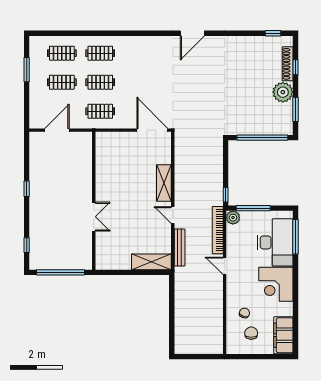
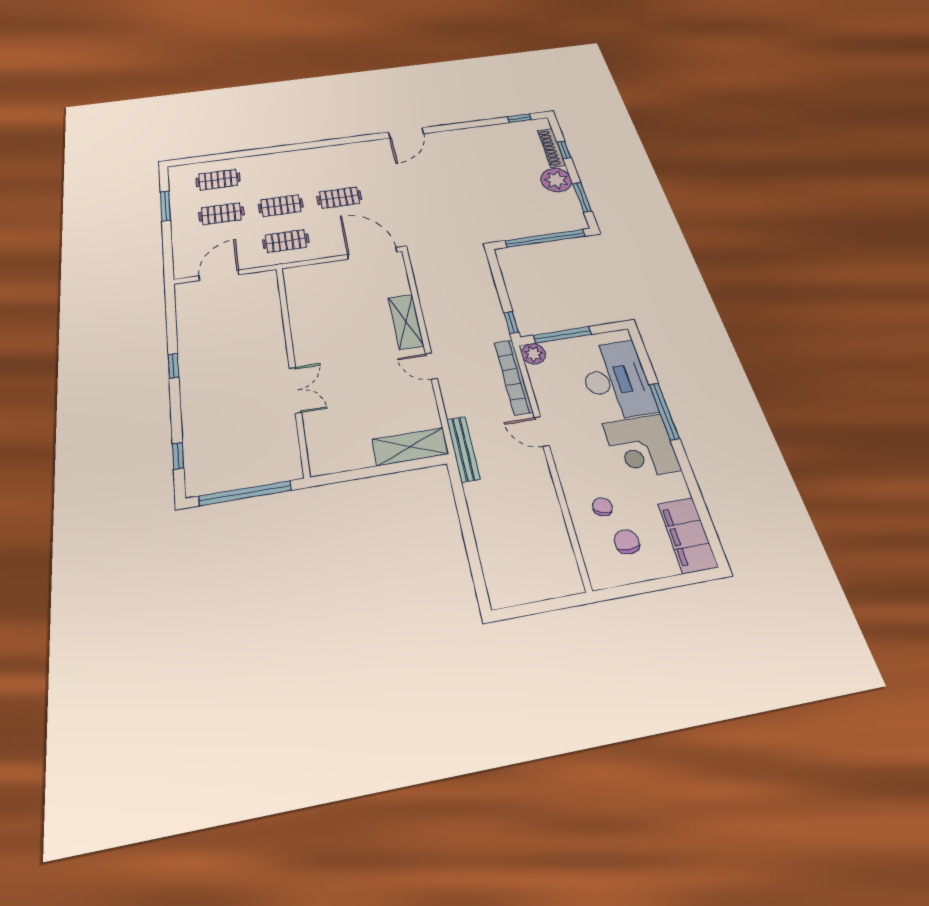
clothes rail: (100, 53) -> (339, 198), moved
window: (296, 237) -> (664, 411), moved
bench: (180, 247) -> (463, 449), moved

